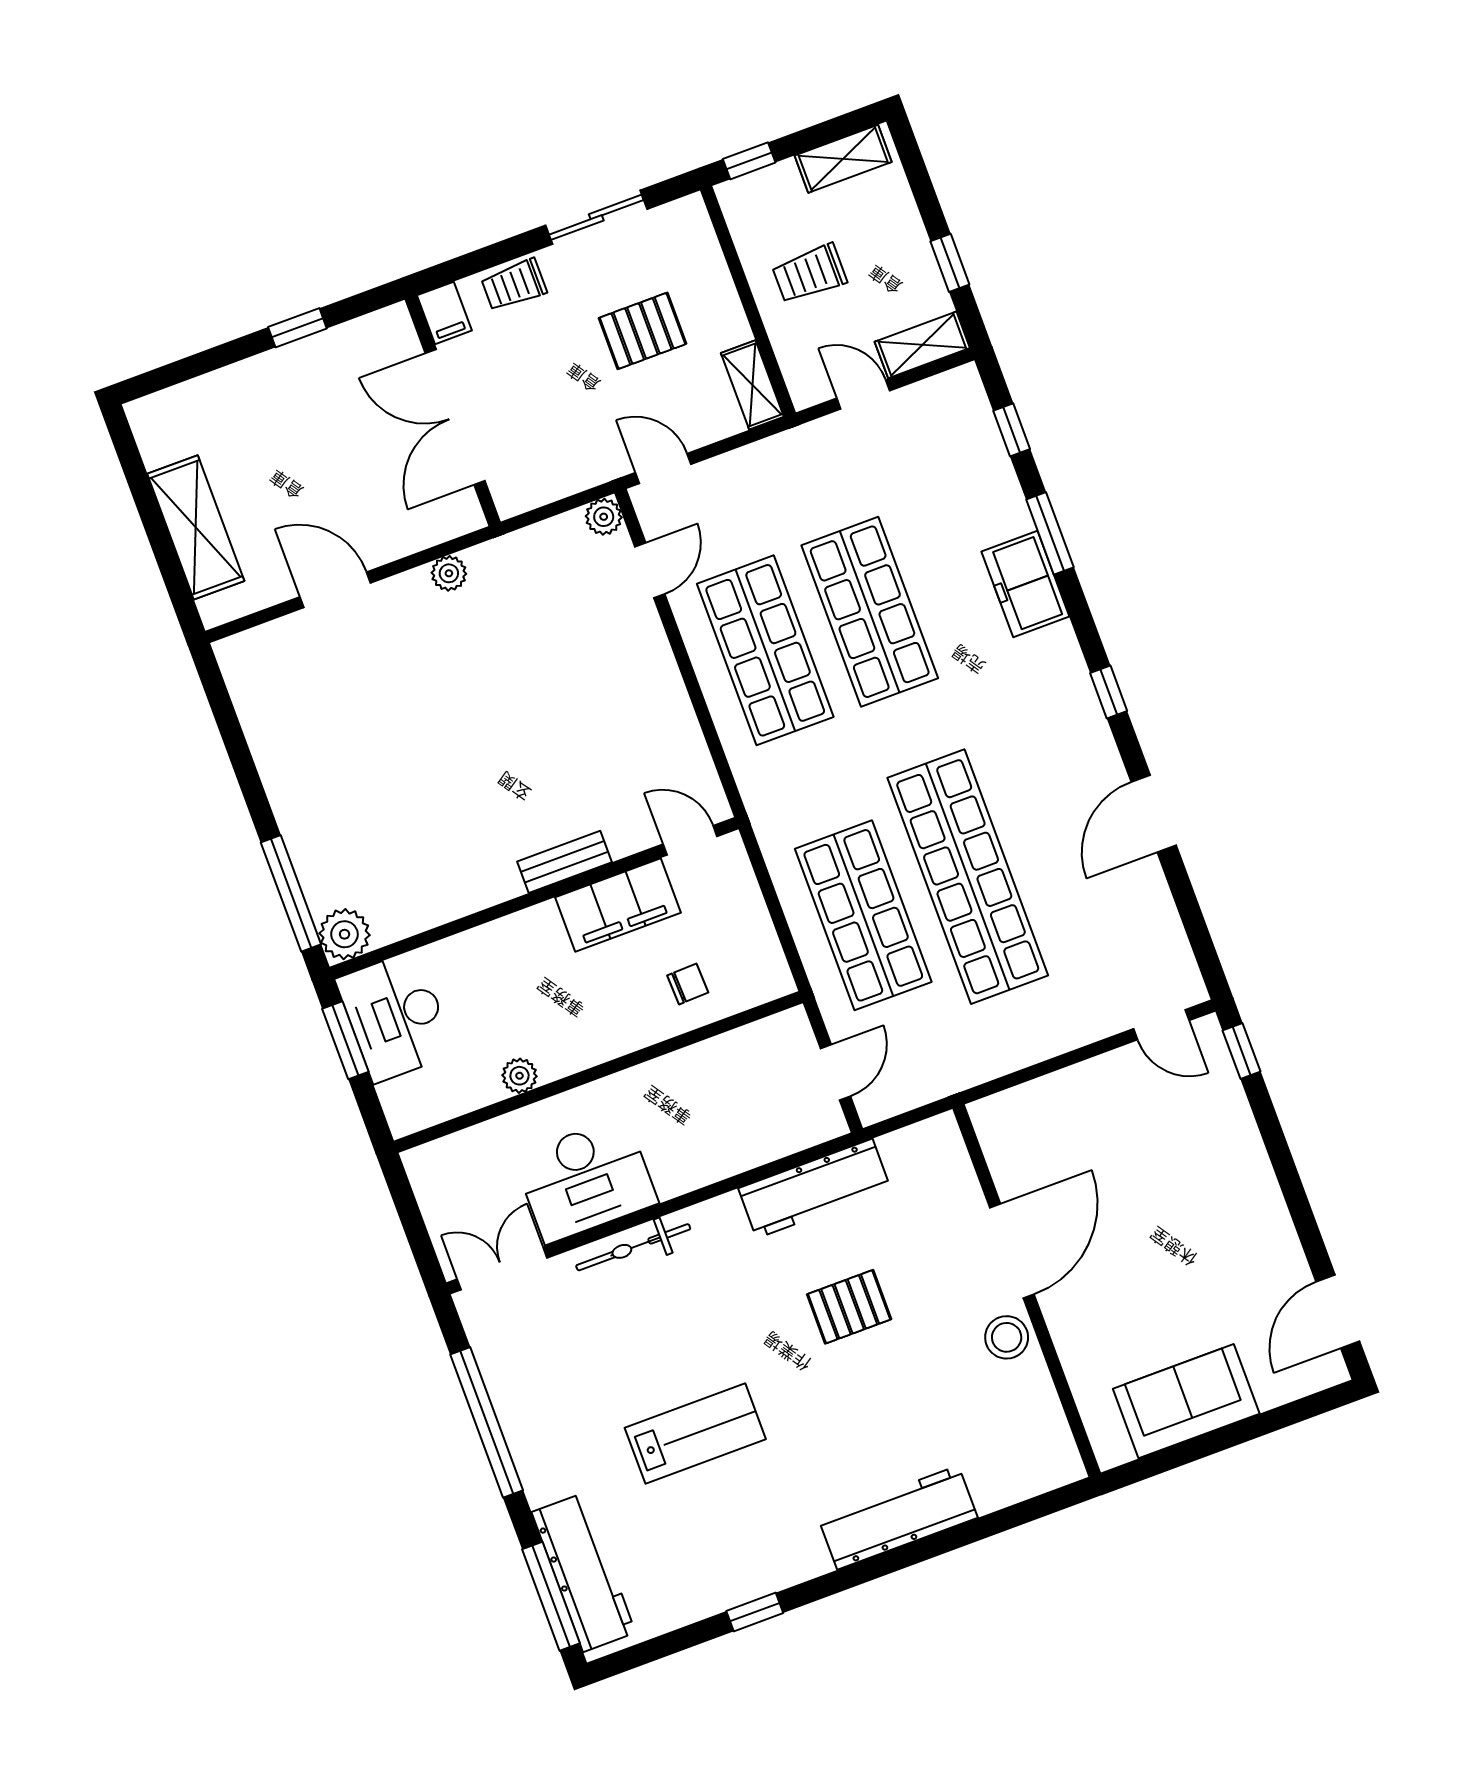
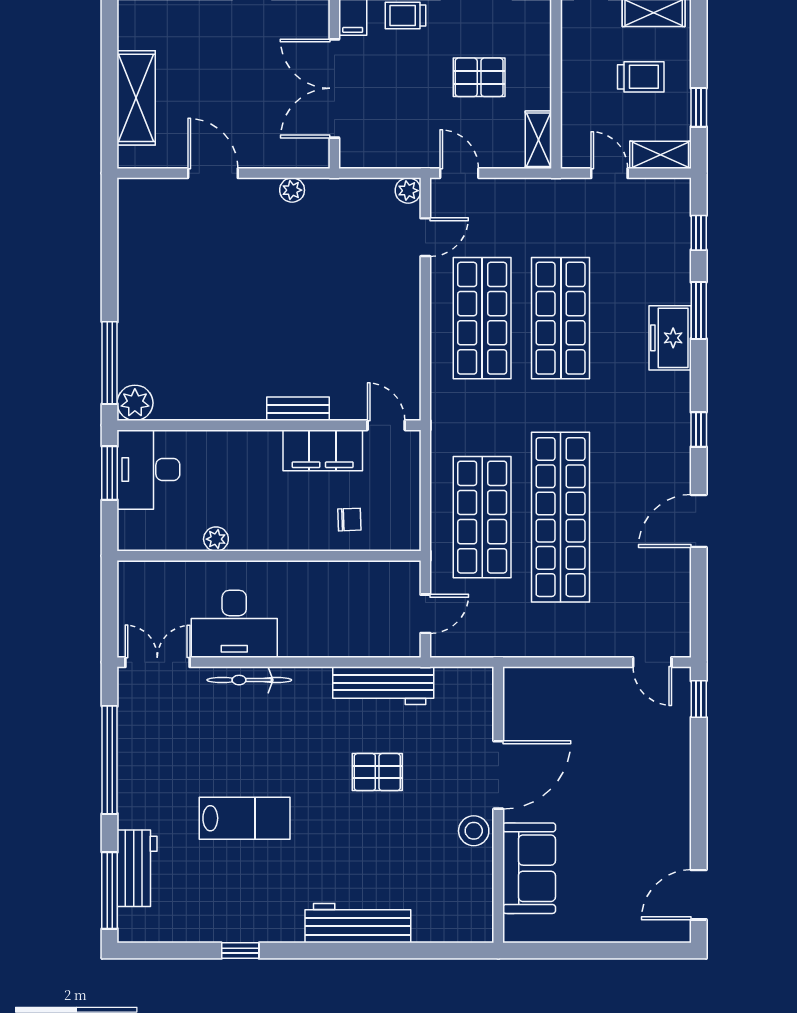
trolley: (809, 274) -> (641, 77), moved, turned 180
sofa: (1186, 1401) -> (529, 868), moved, turned 90
workbench: (584, 1572) -> (137, 868), width x0.73

